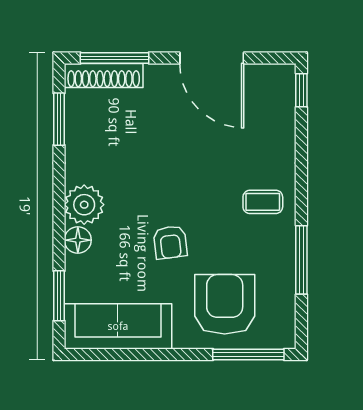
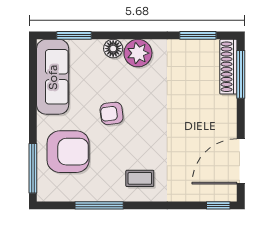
door: (212, 58) -> (241, 161), moved
coffee table: (263, 202) -> (140, 178), turned 90

